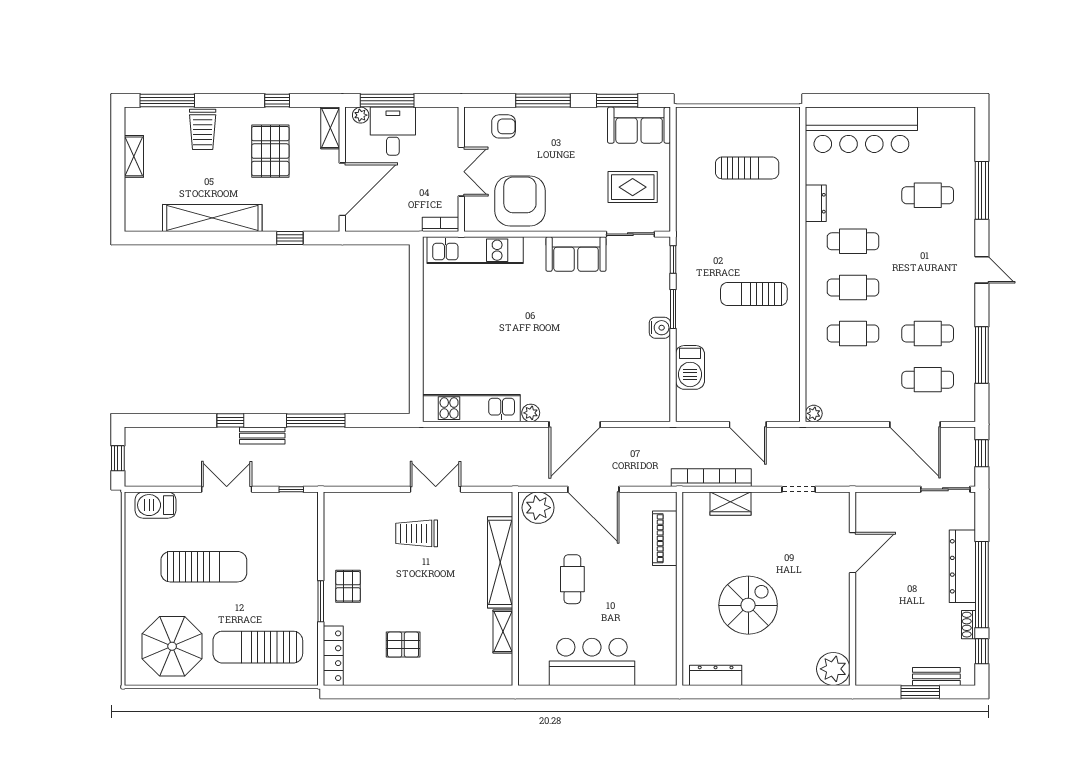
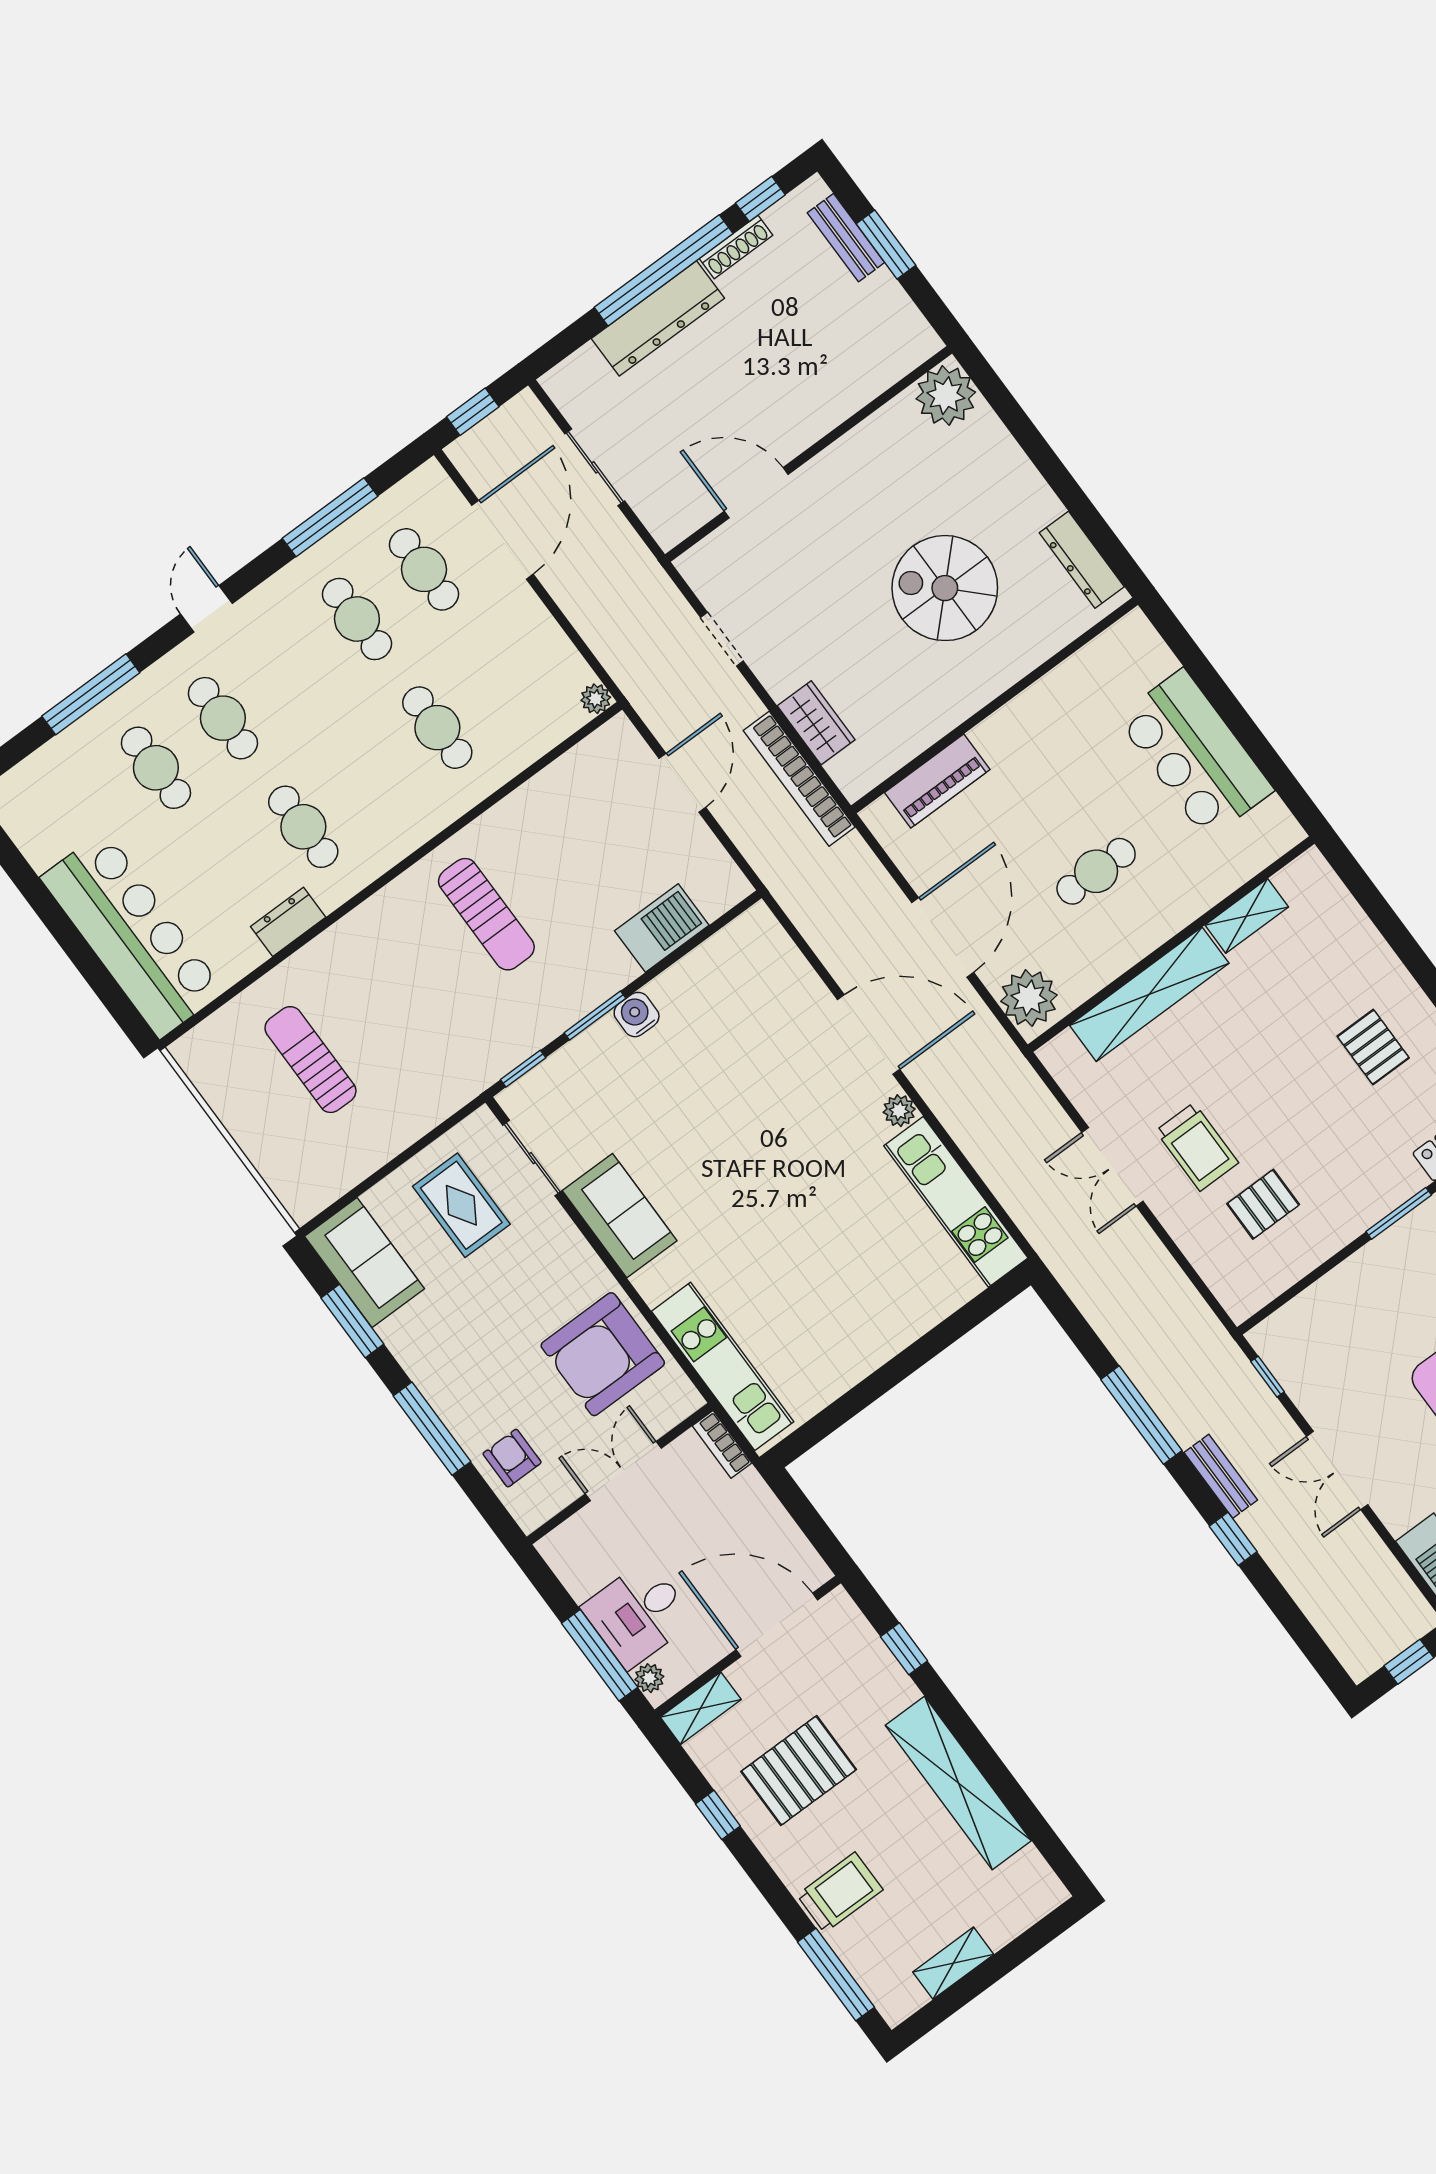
cafe table: (853, 287) -> (223, 718), moved
sliding door: (945, 489) -> (595, 467), moved
pallet: (348, 586) -> (1263, 1204), moved
shoe rack: (968, 625) -> (736, 247), width x1.43

